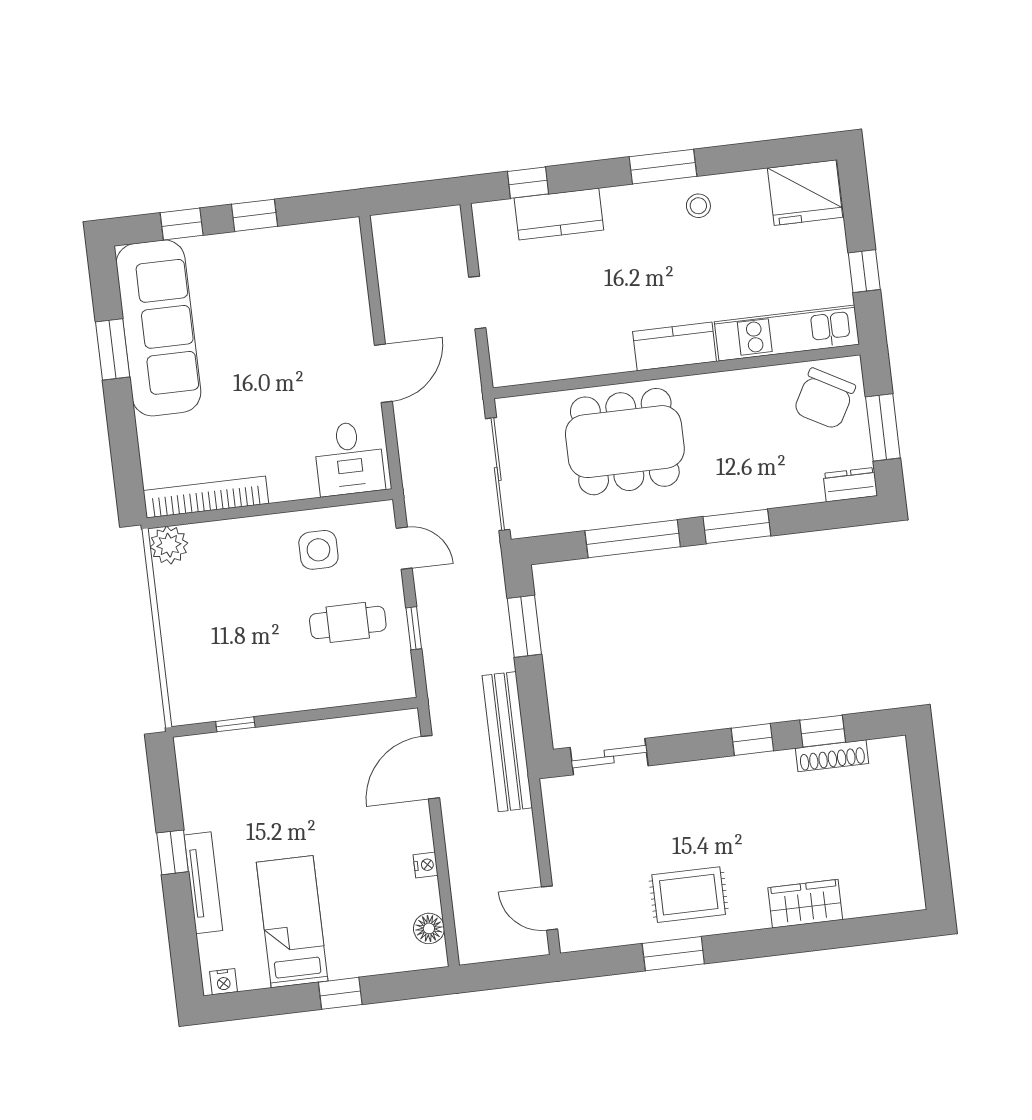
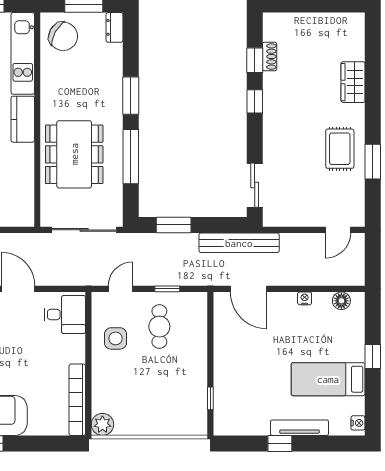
shoe rack: (832, 756) -> (270, 57), width x0.70

